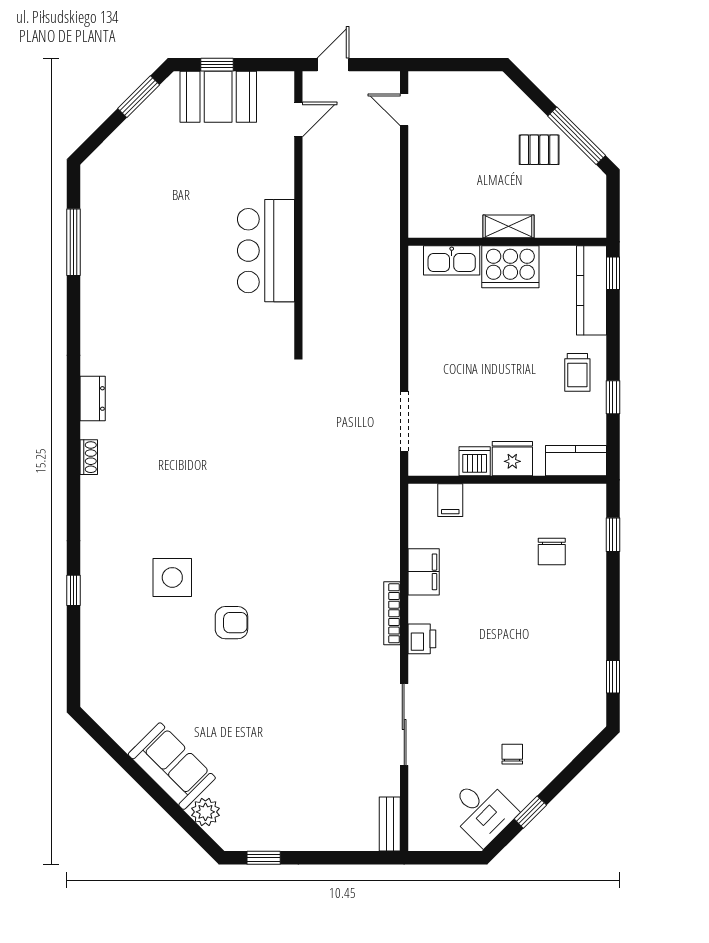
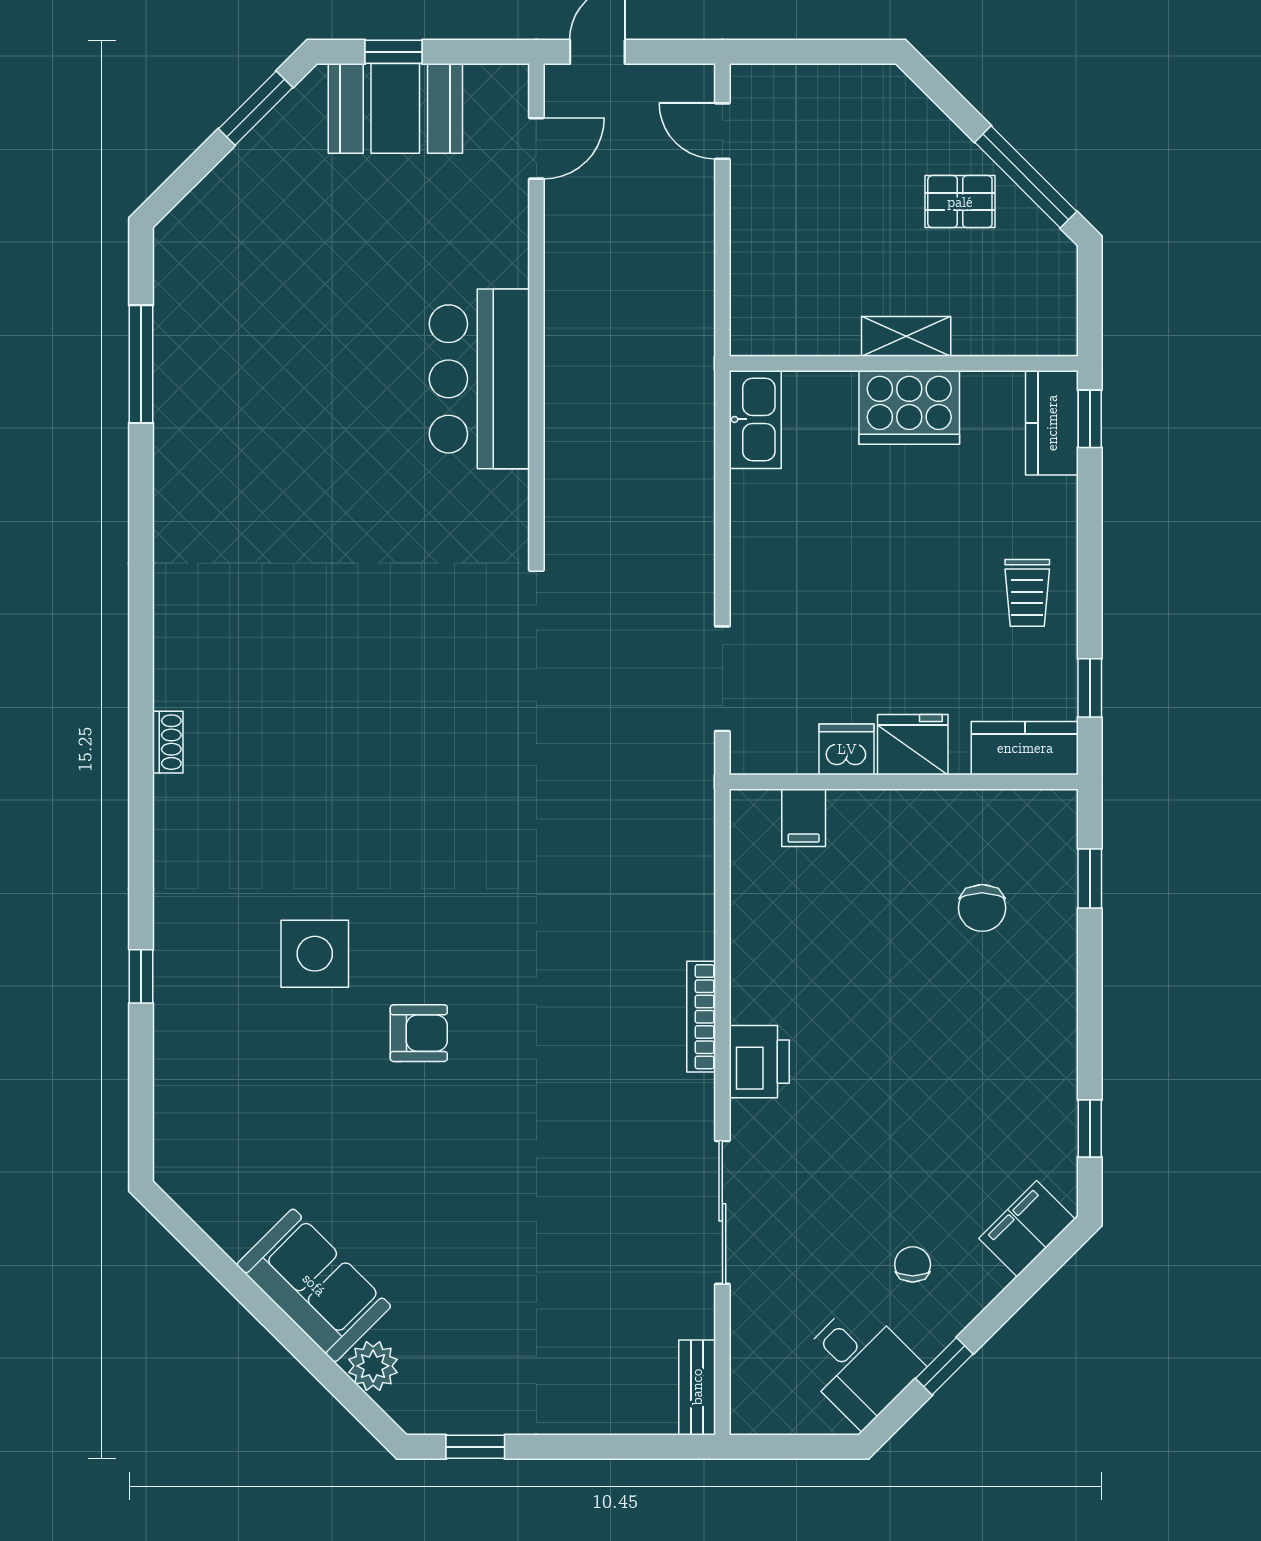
kitchen sink: (452, 260) -> (755, 419), moved, turned -90
kitchen counter: (591, 290) -> (1052, 423), width x0.67
window: (613, 397) -> (1090, 688), moved
dresser: (93, 398) -> (175, 639), removed
filing cabinet: (424, 572) -> (1027, 1229), moved, turned -135
printer: (422, 639) -> (759, 1062), width x1.36, depth x1.24

